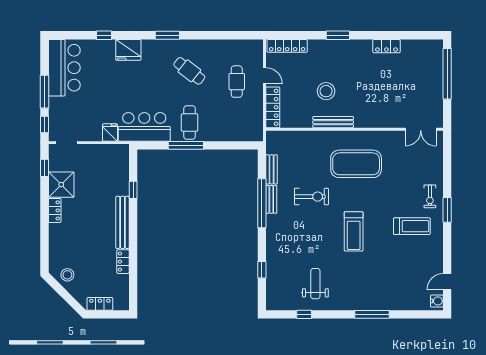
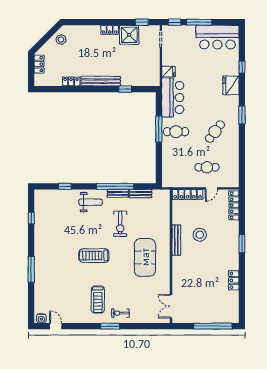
weight bench: (315, 284) -> (91, 202), moved

